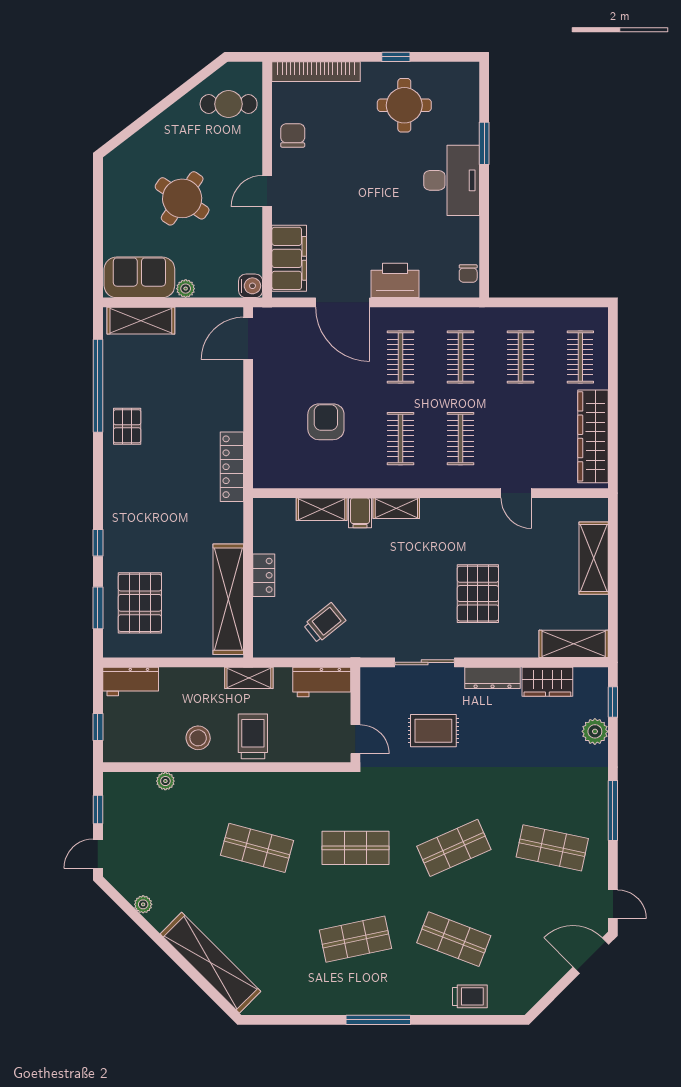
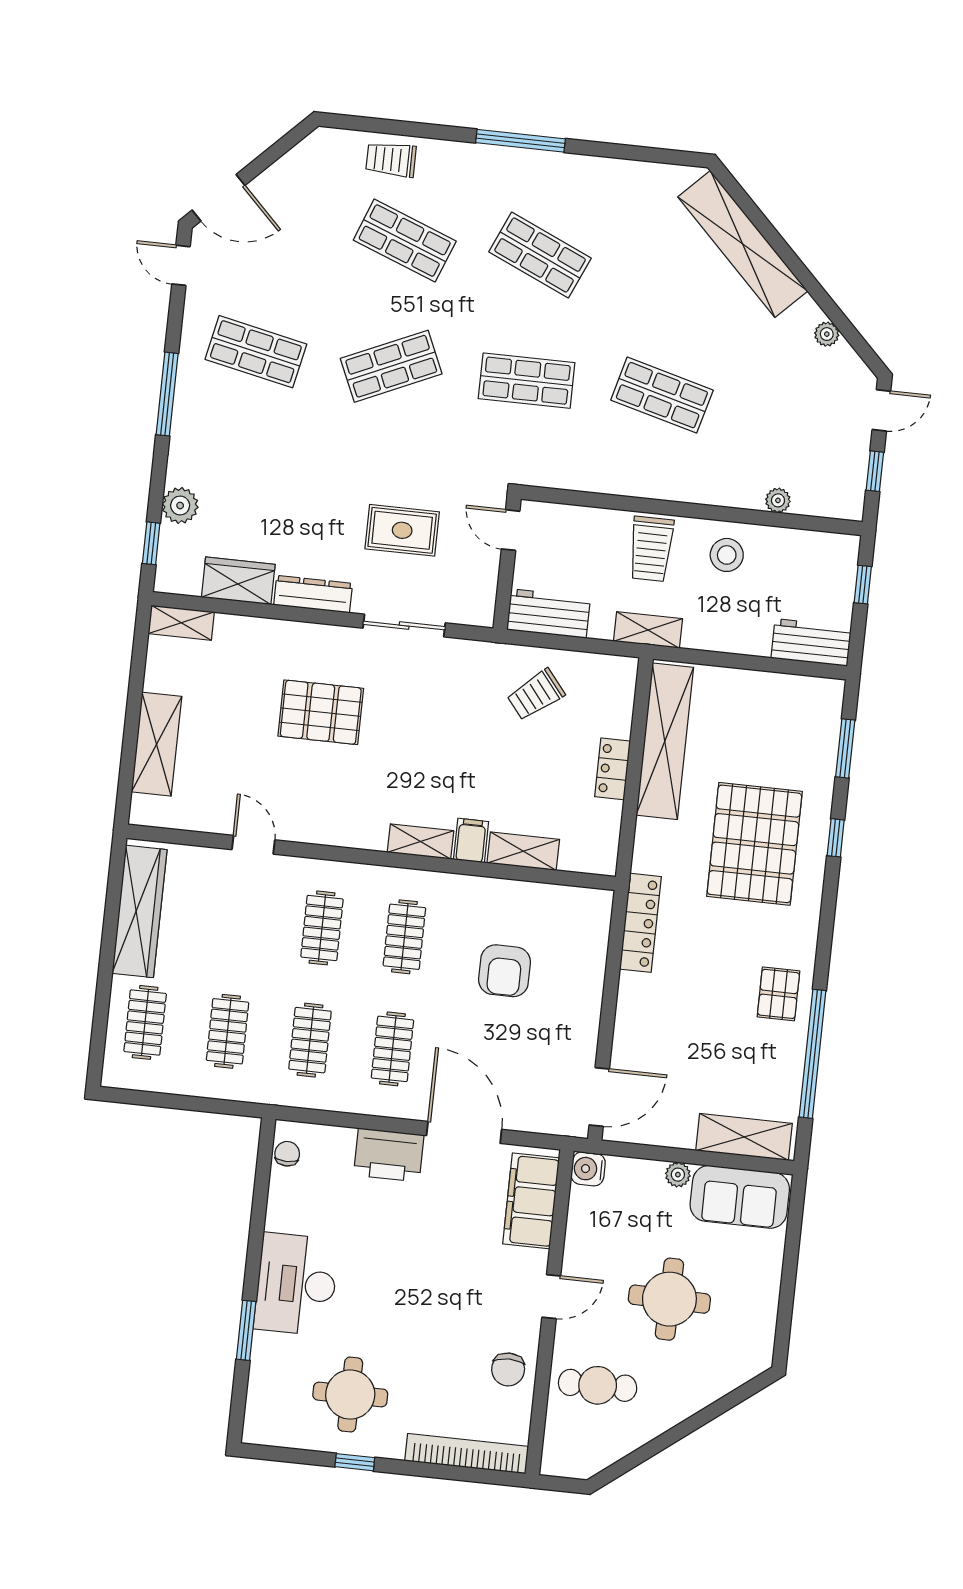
cafe table: (229, 104) -> (598, 1385), moved
round table: (182, 198) -> (669, 1299), turned -33
pallet: (478, 594) -> (321, 712), turned 90
pallet: (140, 603) -> (754, 844), moved, width x1.37, depth x1.41
shelving: (574, 644) -> (181, 623), width x0.67, depth x0.75
shop shelf: (355, 939) -> (540, 255), turned 36

